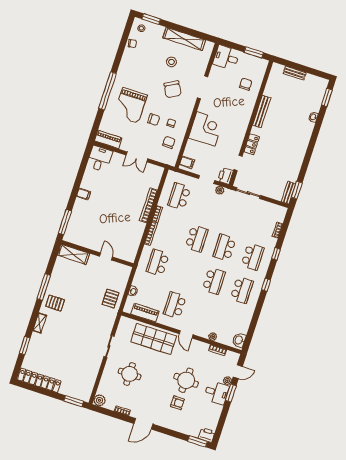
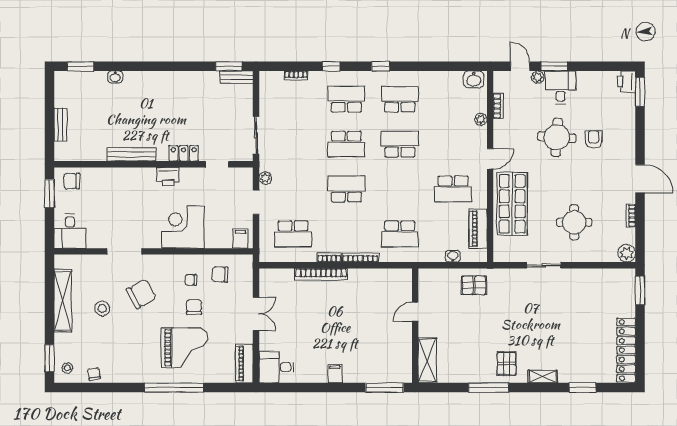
chair: (246, 84) -> (72, 181), moved
printer: (225, 176) -> (168, 176), moved

